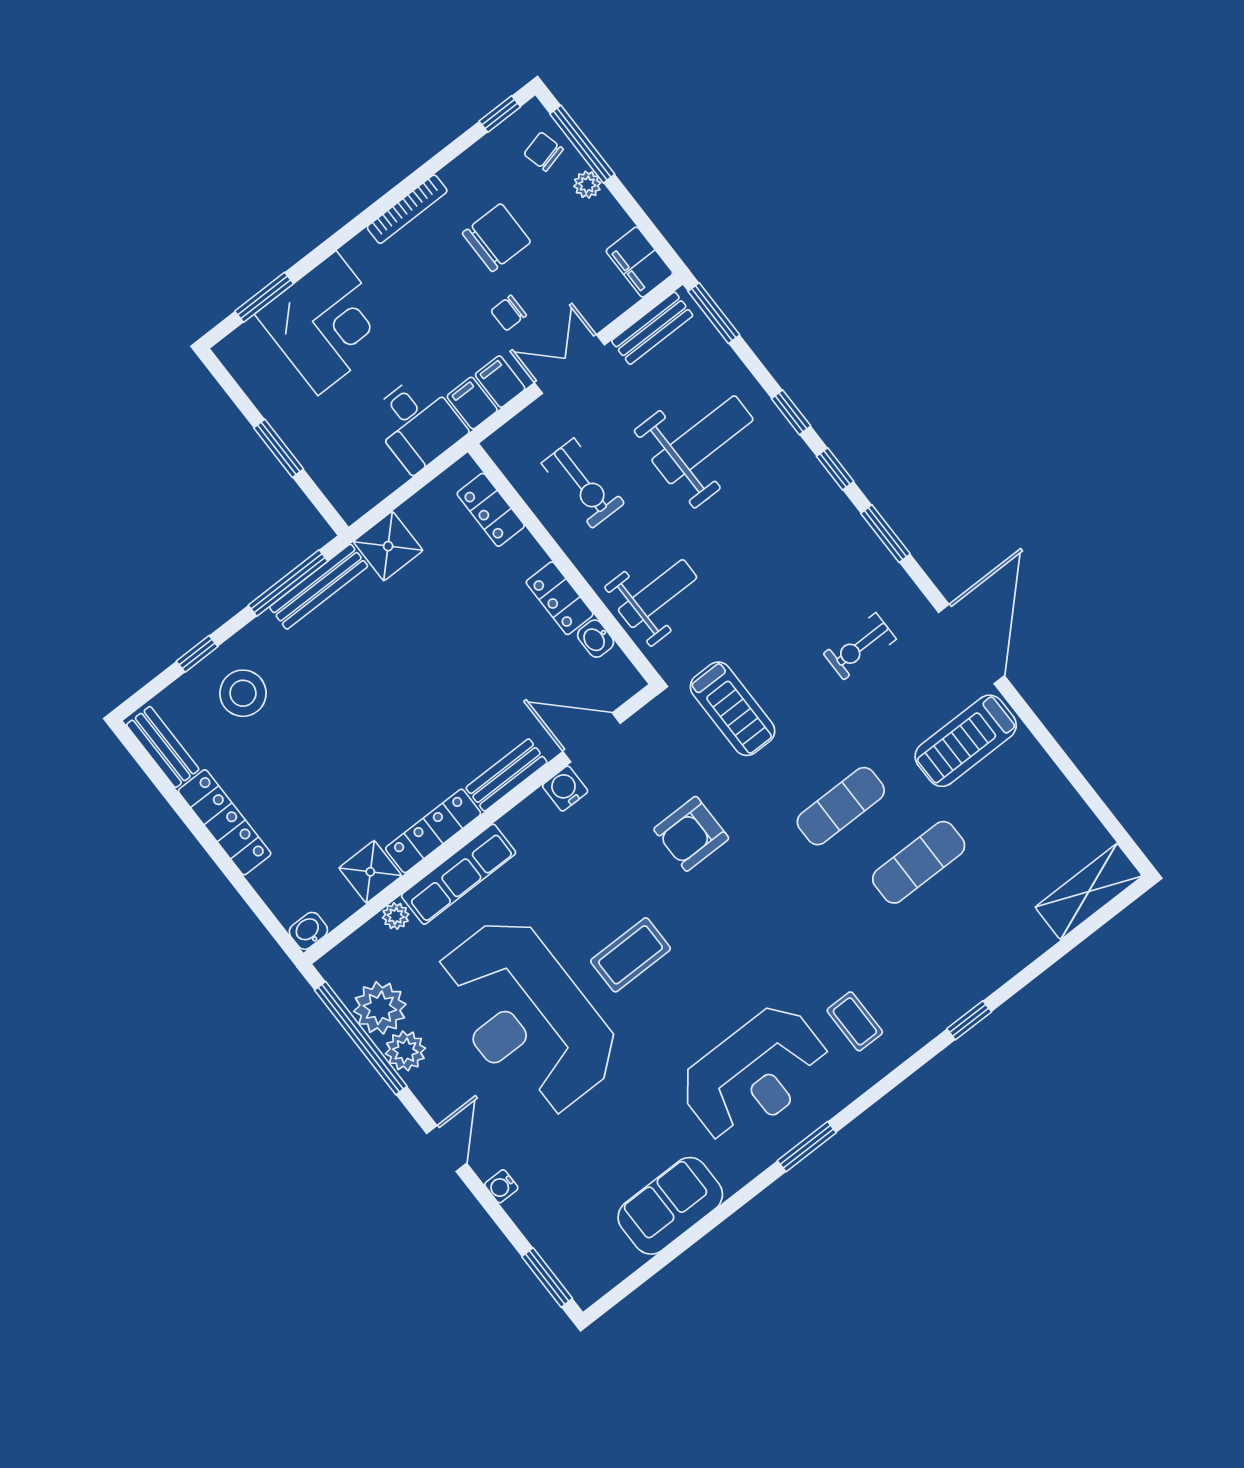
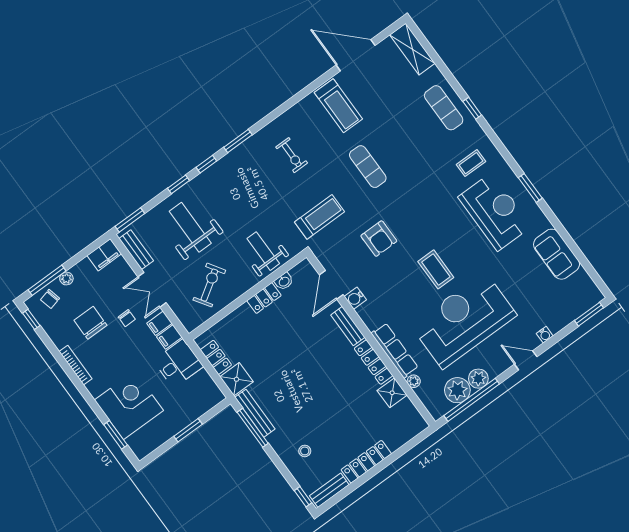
exercise bike: (583, 483) -> (209, 285), turned -33
locker: (491, 510) -> (216, 357), moved, turned -90
door: (971, 644) -> (356, 55), moved
window: (197, 654) -> (303, 497), moved
stool: (243, 693) -> (305, 451), width x0.53, depth x0.53
exercise mat: (919, 862) -> (444, 108), moved
washbasin: (308, 931) -> (419, 423), removed
reception desk: (526, 1016) -> (464, 320), turned 180

